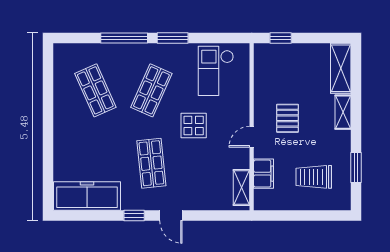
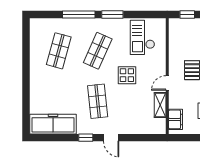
shop shelf: (95, 90) -> (59, 51), turned 39
filing cabinet: (264, 174) -> (175, 119), moved
shelving: (241, 187) -> (160, 105), moved

